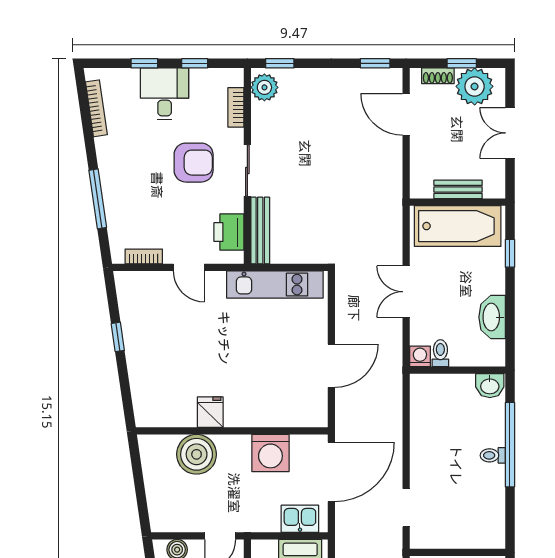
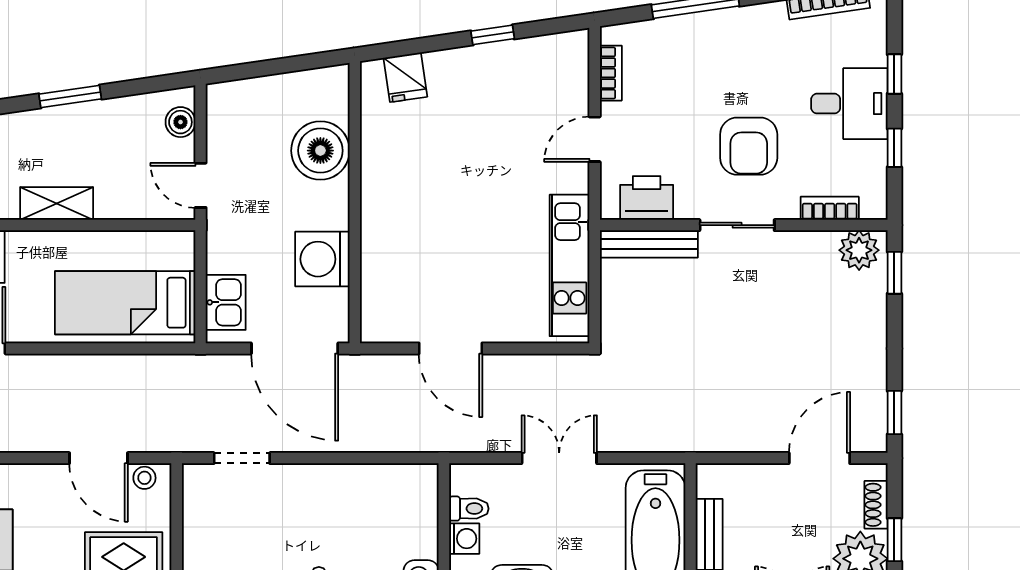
washing machine: (420, 356) -> (464, 539), moved
fridge: (210, 412) -> (405, 77), moved, turned 82

